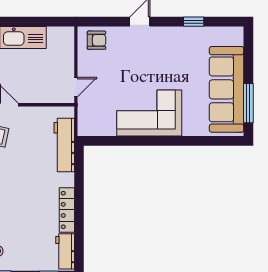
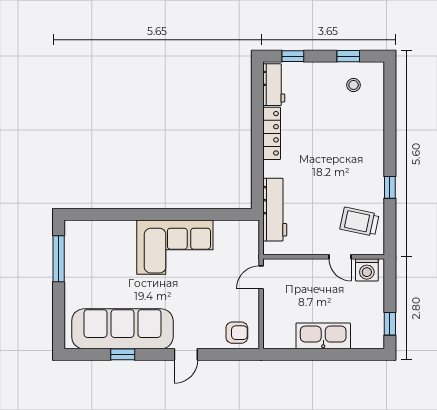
armchair: (97, 40) -> (237, 333), turned 180
sofa: (227, 89) -> (122, 329), moved, turned -90

